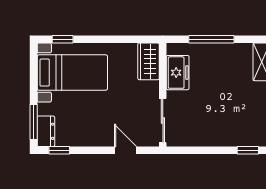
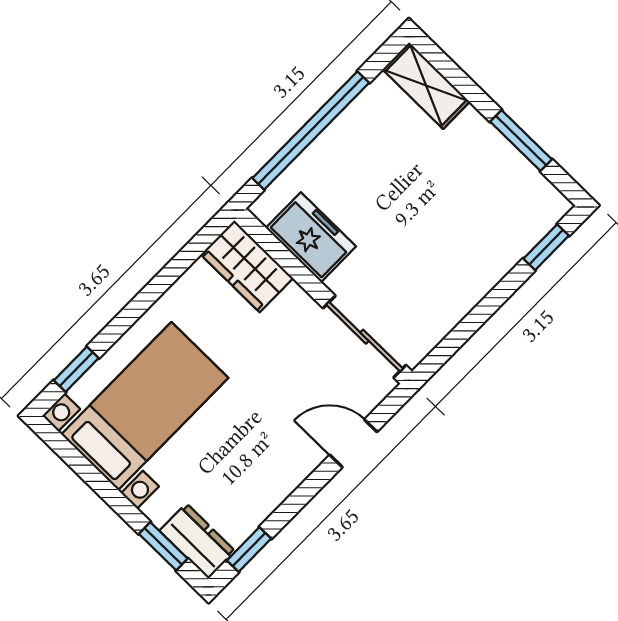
window: (211, 39) -> (311, 131), width x1.46
window: (34, 122) -> (163, 546), width x0.67

